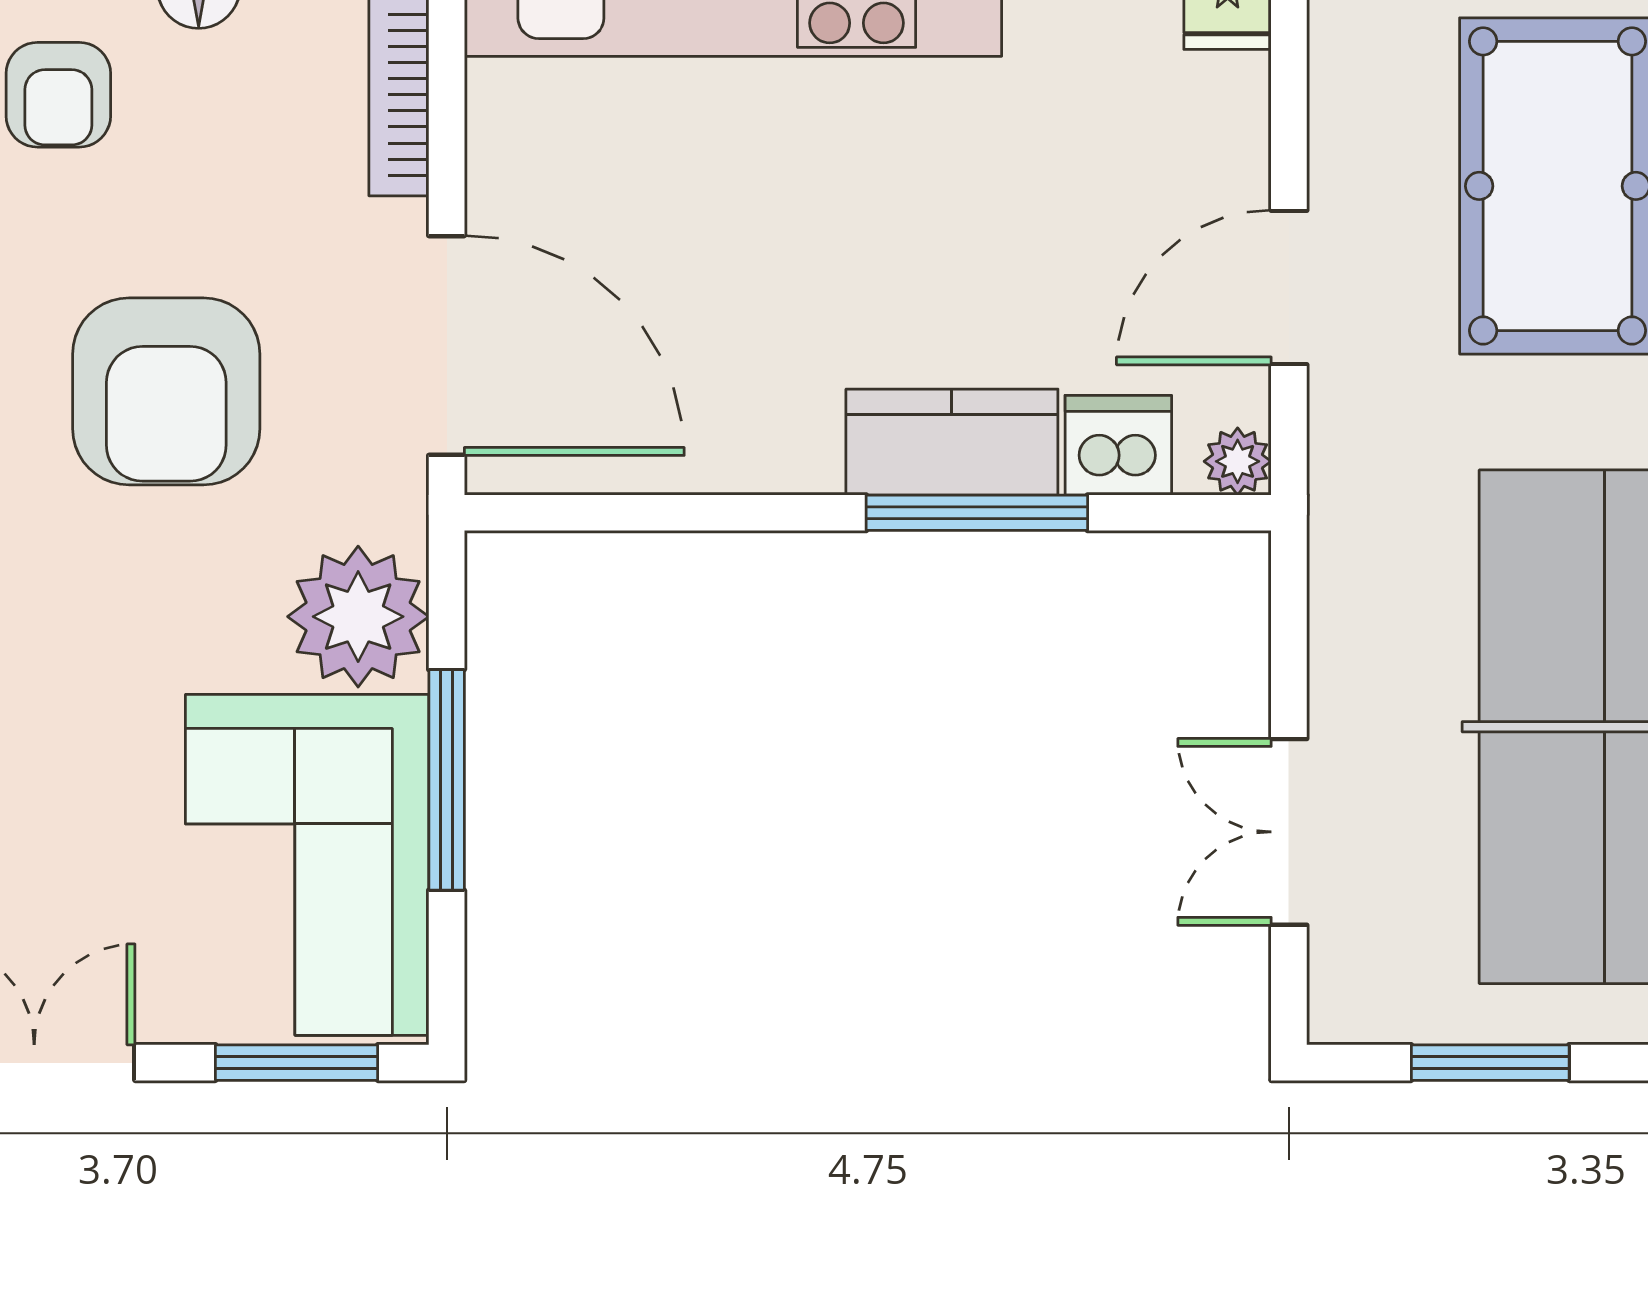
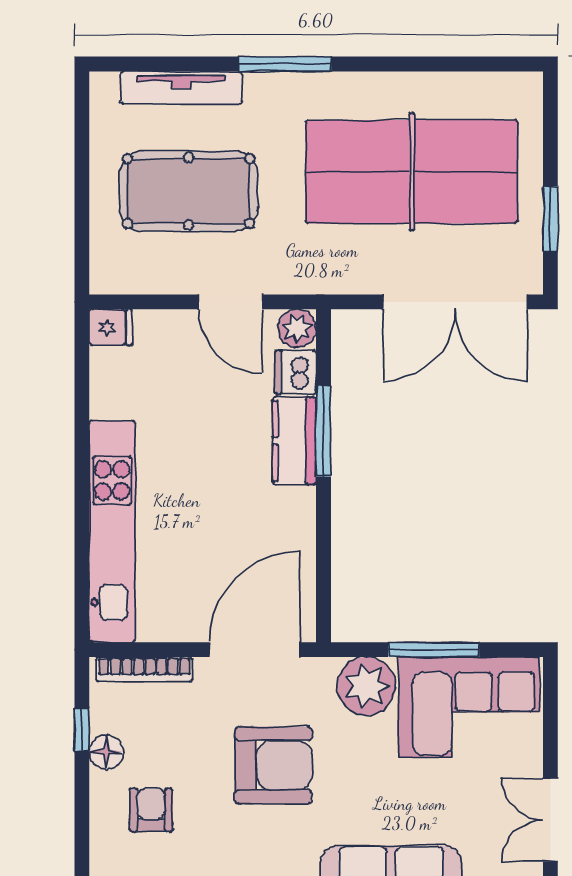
armchair: (58, 95) -> (151, 810), turned -90
plant: (1238, 461) -> (297, 328), width x1.38, depth x1.38
double door: (1289, 832) -> (455, 302), width x1.87
window: (297, 1063) -> (550, 712), removed

